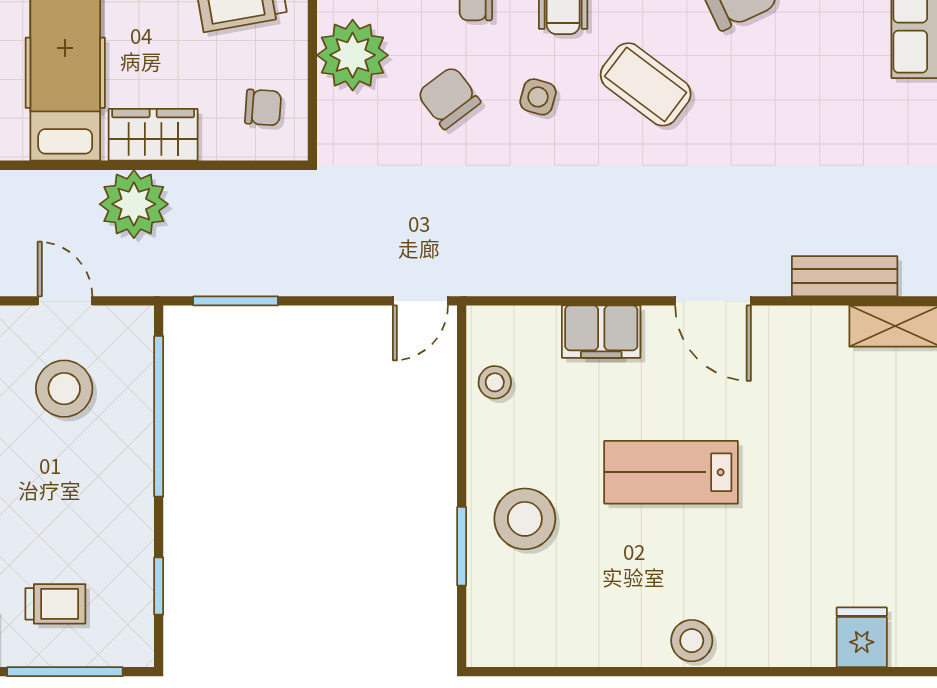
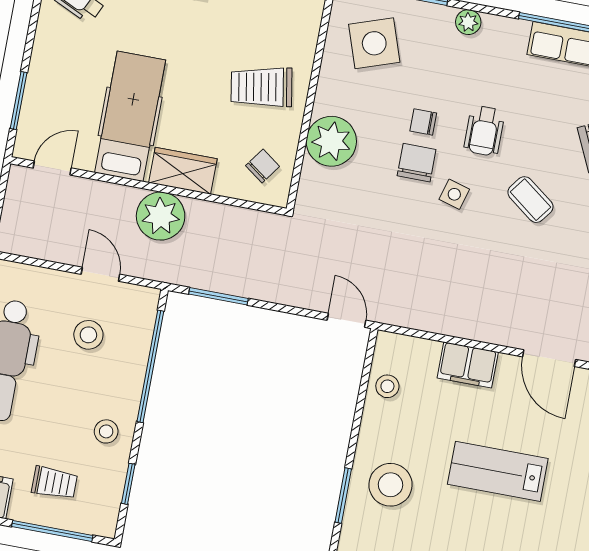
coffee table: (646, 84) -> (530, 200), width x0.73, depth x0.77
chair: (449, 98) -> (417, 163), moved, turned 37
chair: (263, 107) -> (263, 166), turned -58
door: (420, 301) -> (346, 320), swing flipped
stool: (64, 389) -> (88, 335), width x0.73, depth x0.73
stool: (114, 519) -> (106, 431), added

